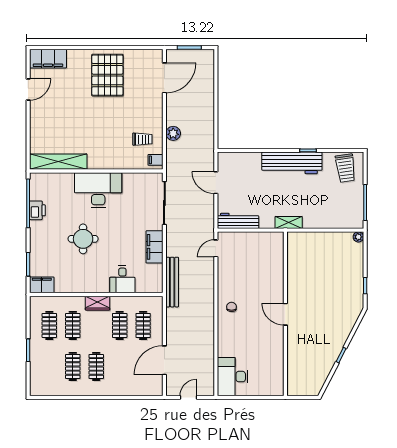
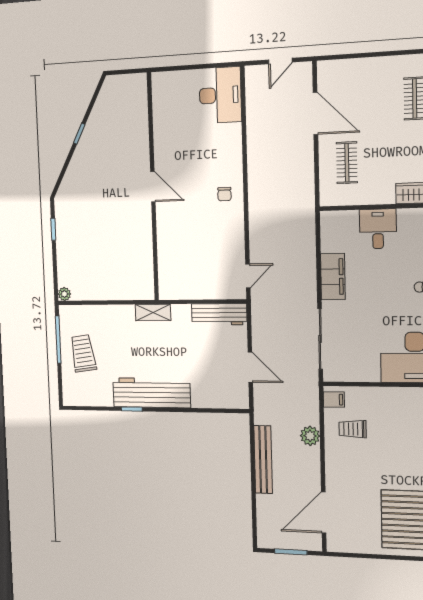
trolley: (346, 168) -> (83, 353), moved
bench: (172, 282) -> (263, 460), moved
clothes rail: (120, 325) -> (381, 161), removed
door: (164, 360) -> (315, 113), hinge flipped

